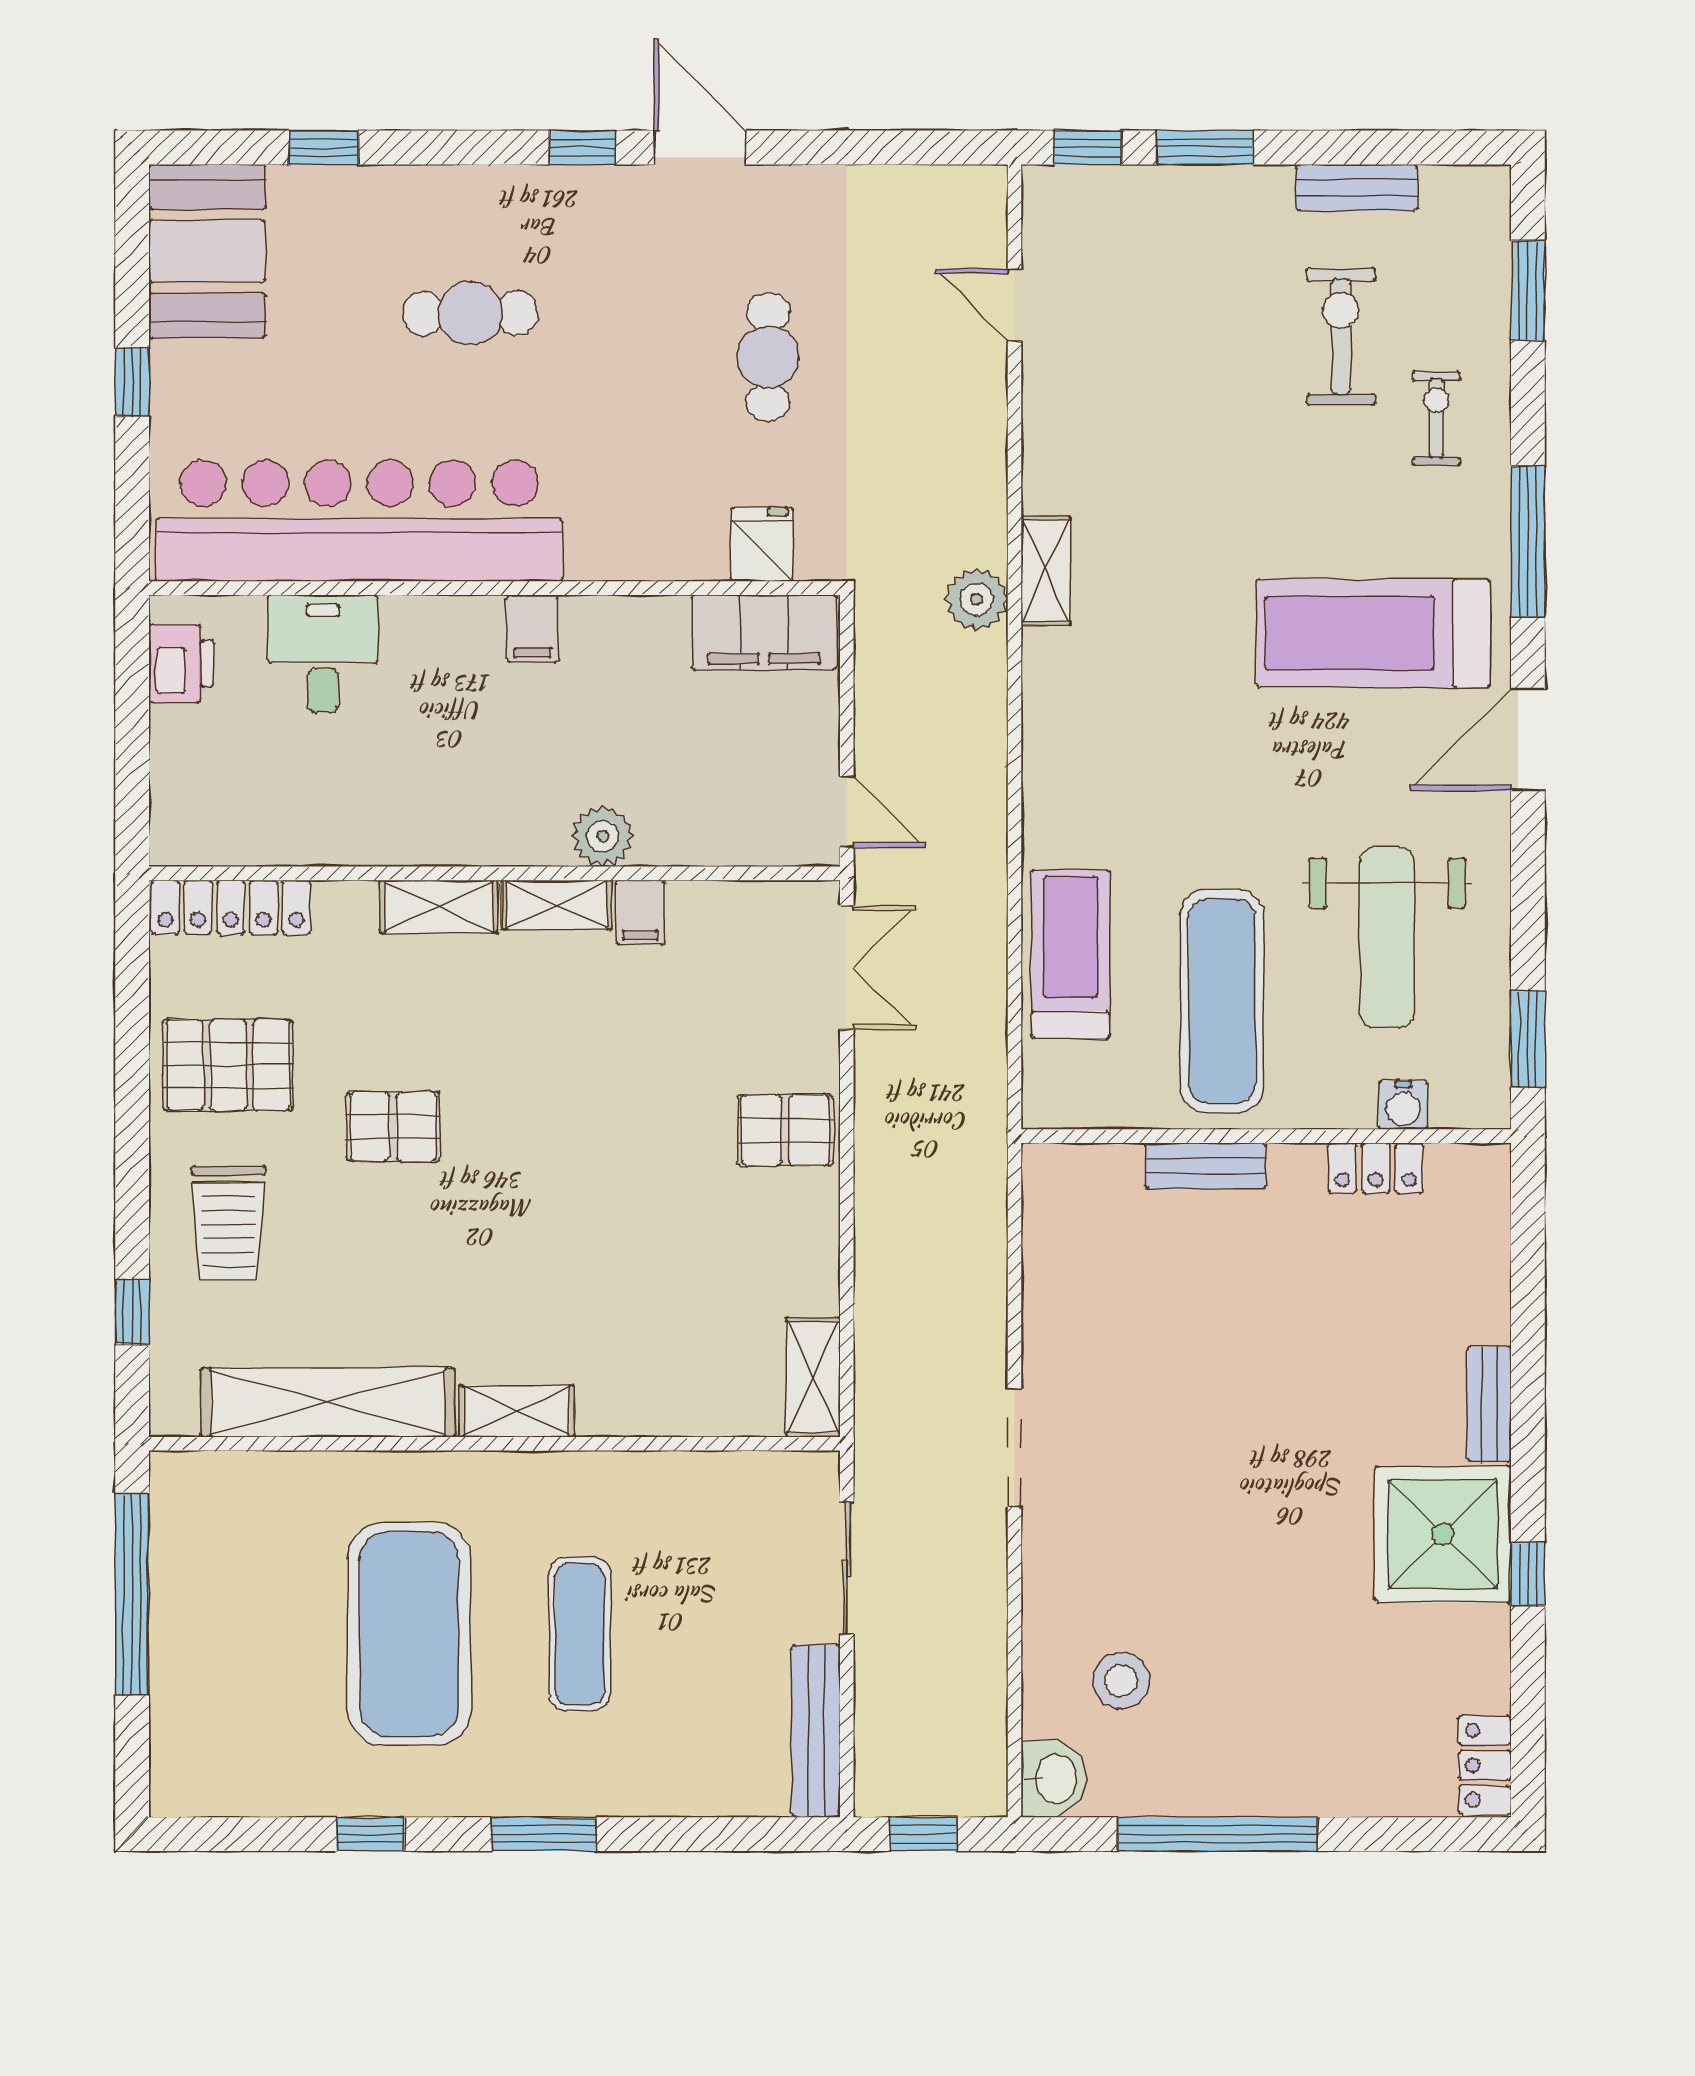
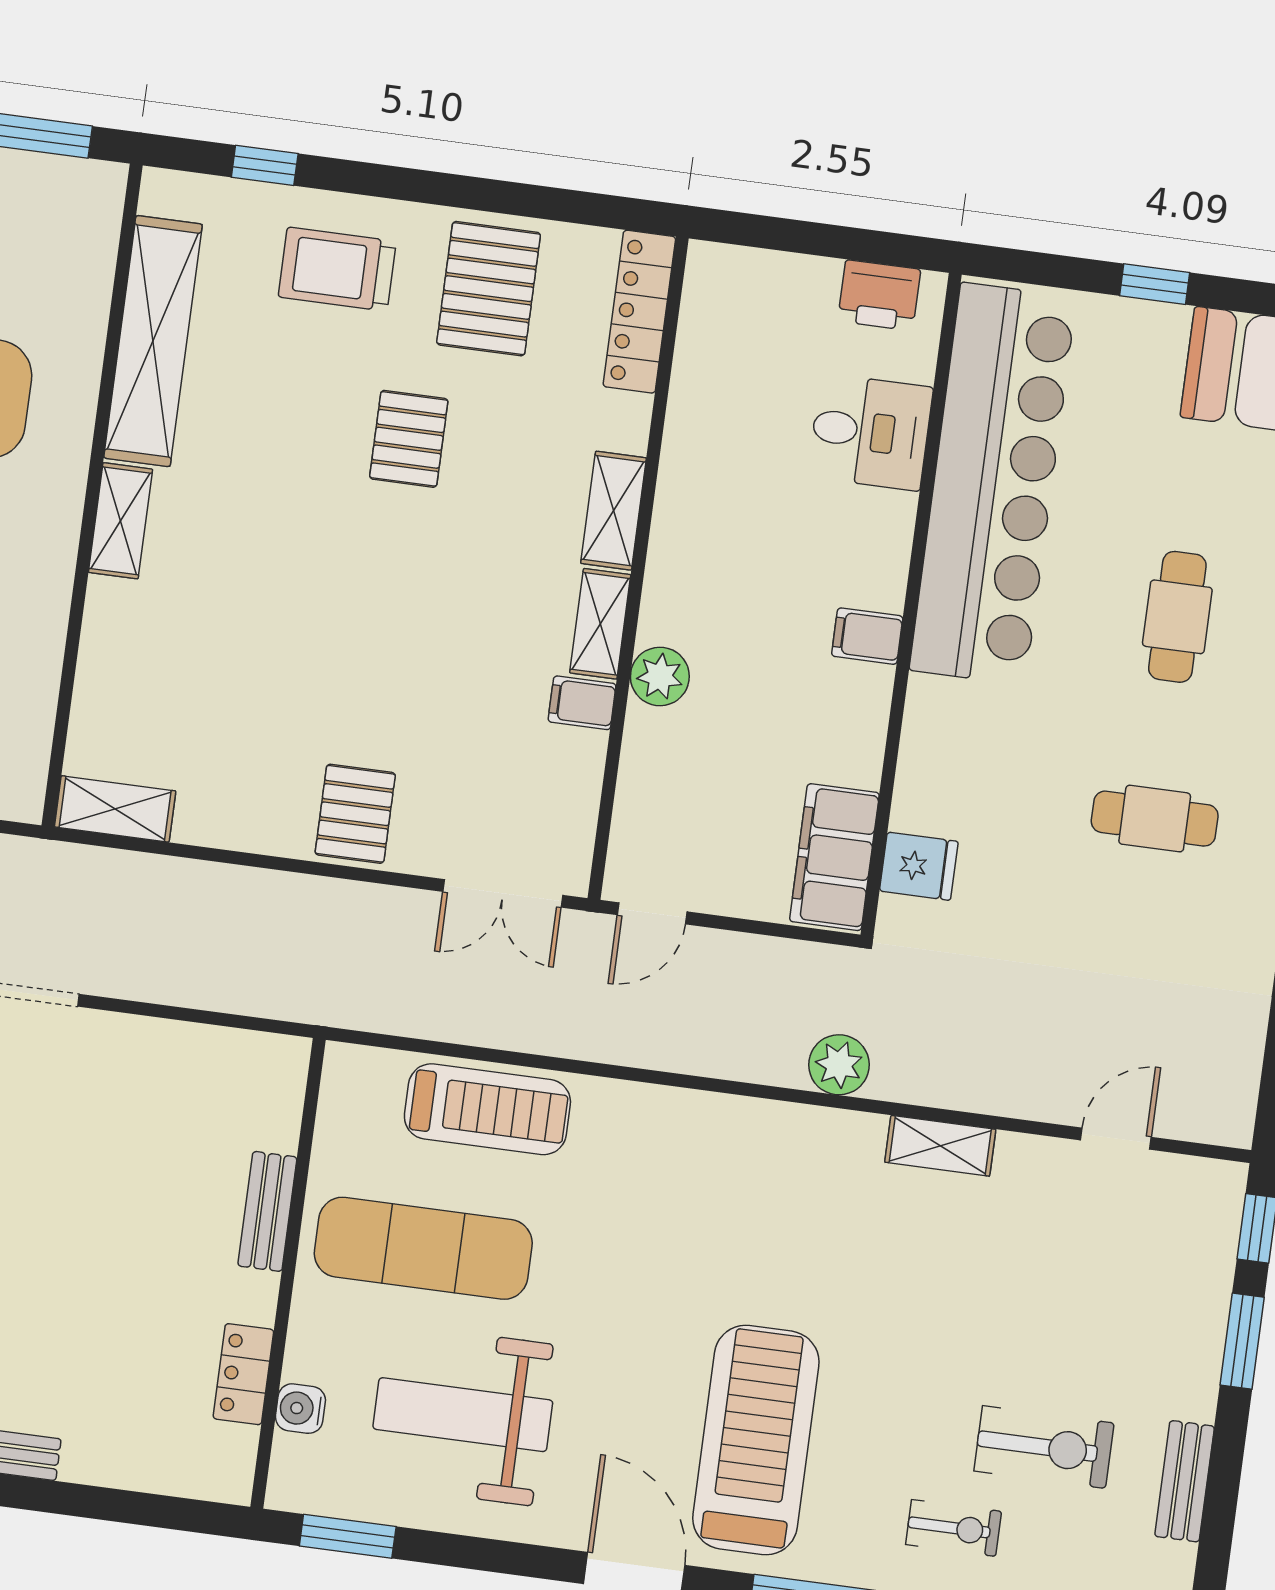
cafe table: (768, 357) -> (1155, 819), moved
shelving: (1046, 571) -> (940, 1146), moved

